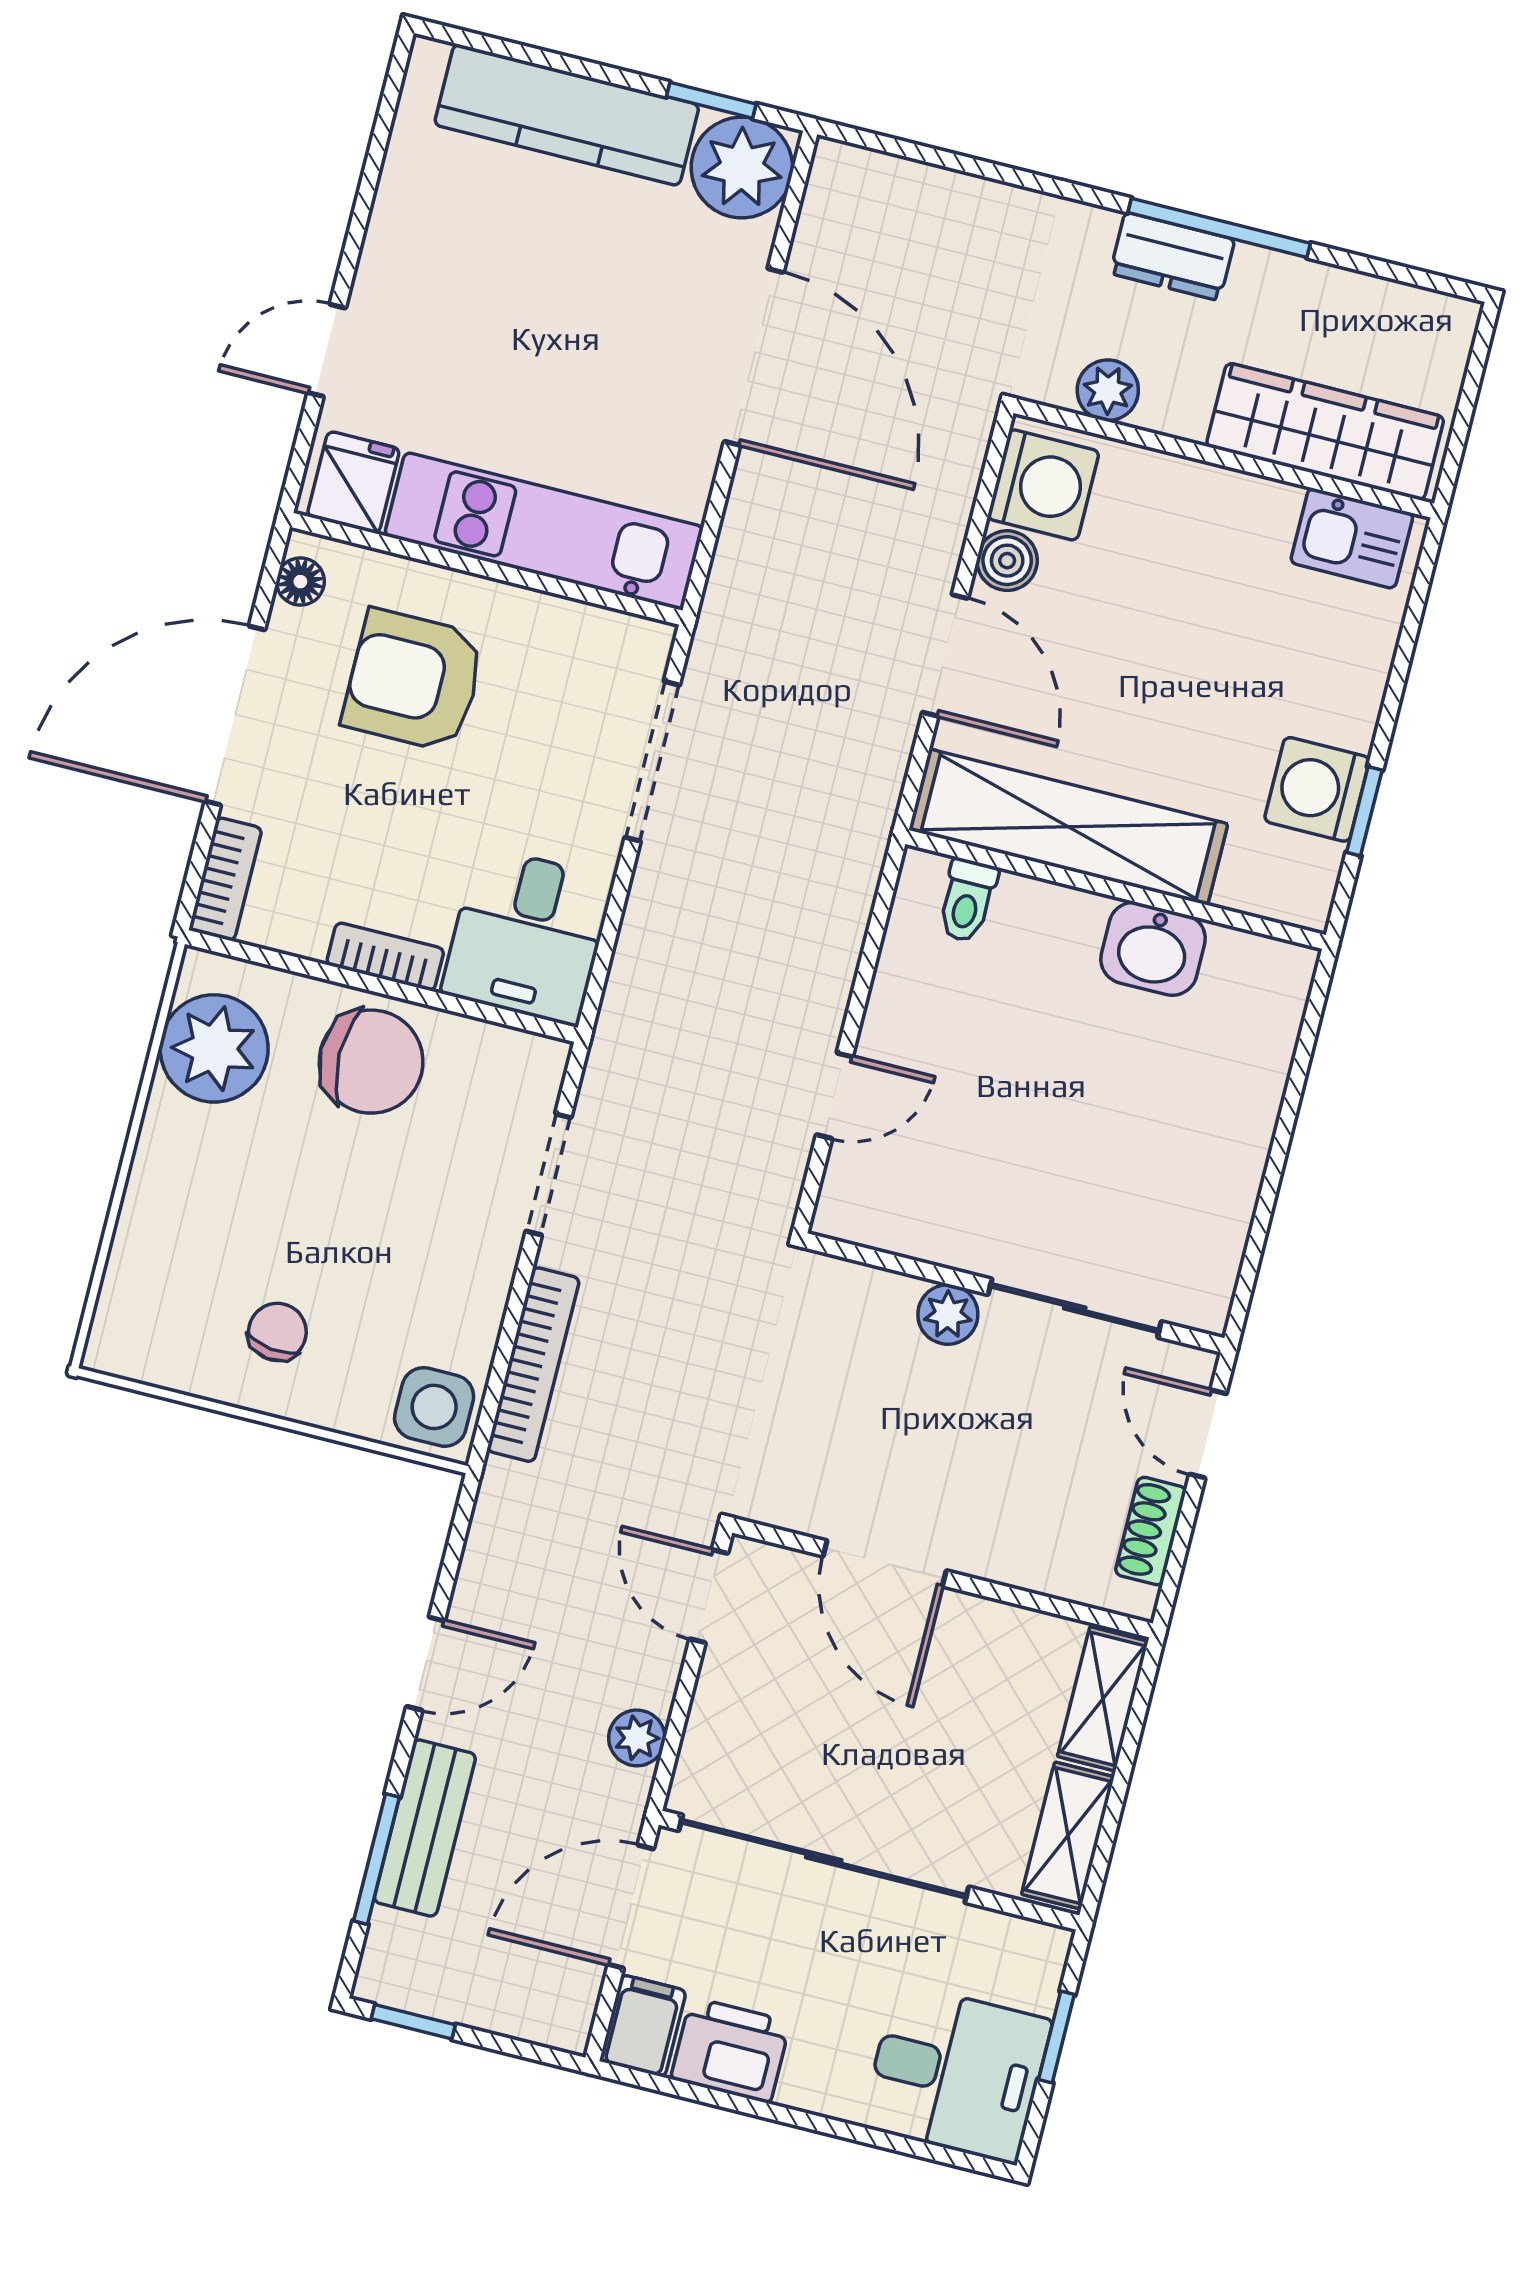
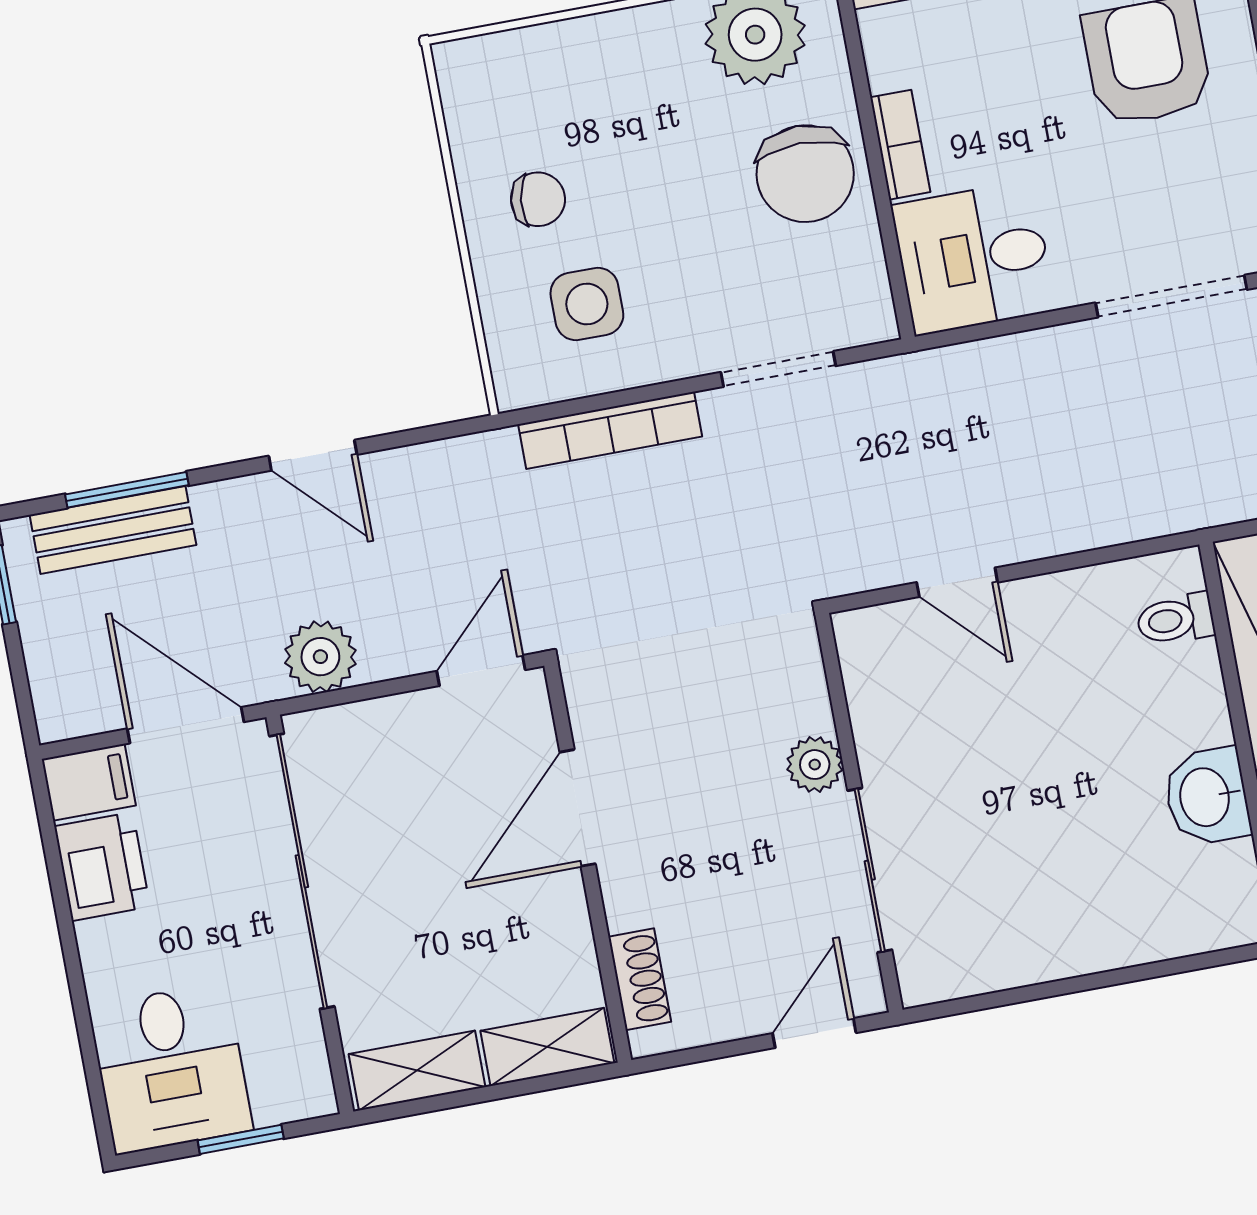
side table: (434, 1407) -> (587, 304), moved
shoe rack: (1151, 1531) -> (640, 979), moved, turned 90
plant: (637, 1738) -> (320, 657), width x1.38, depth x1.38
bench: (425, 1828) -> (113, 530), moved

